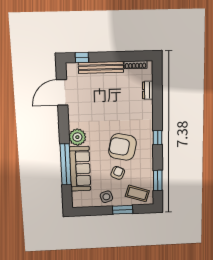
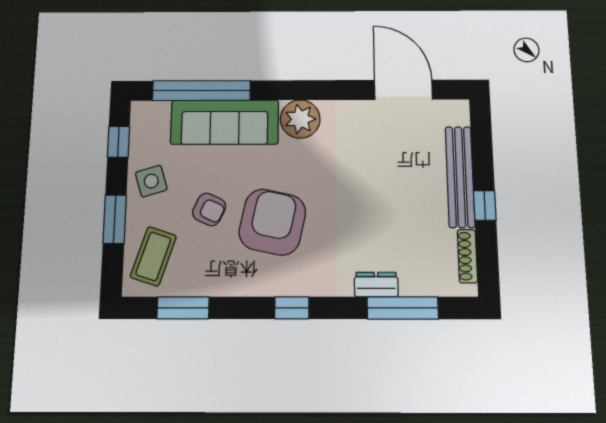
window: (82, 57) -> (485, 205), moved
dresser: (148, 90) -> (376, 285), moved
window: (157, 92) -> (403, 308), added
window: (66, 164) -> (201, 90), moved
window: (90, 211) -> (118, 142), added

